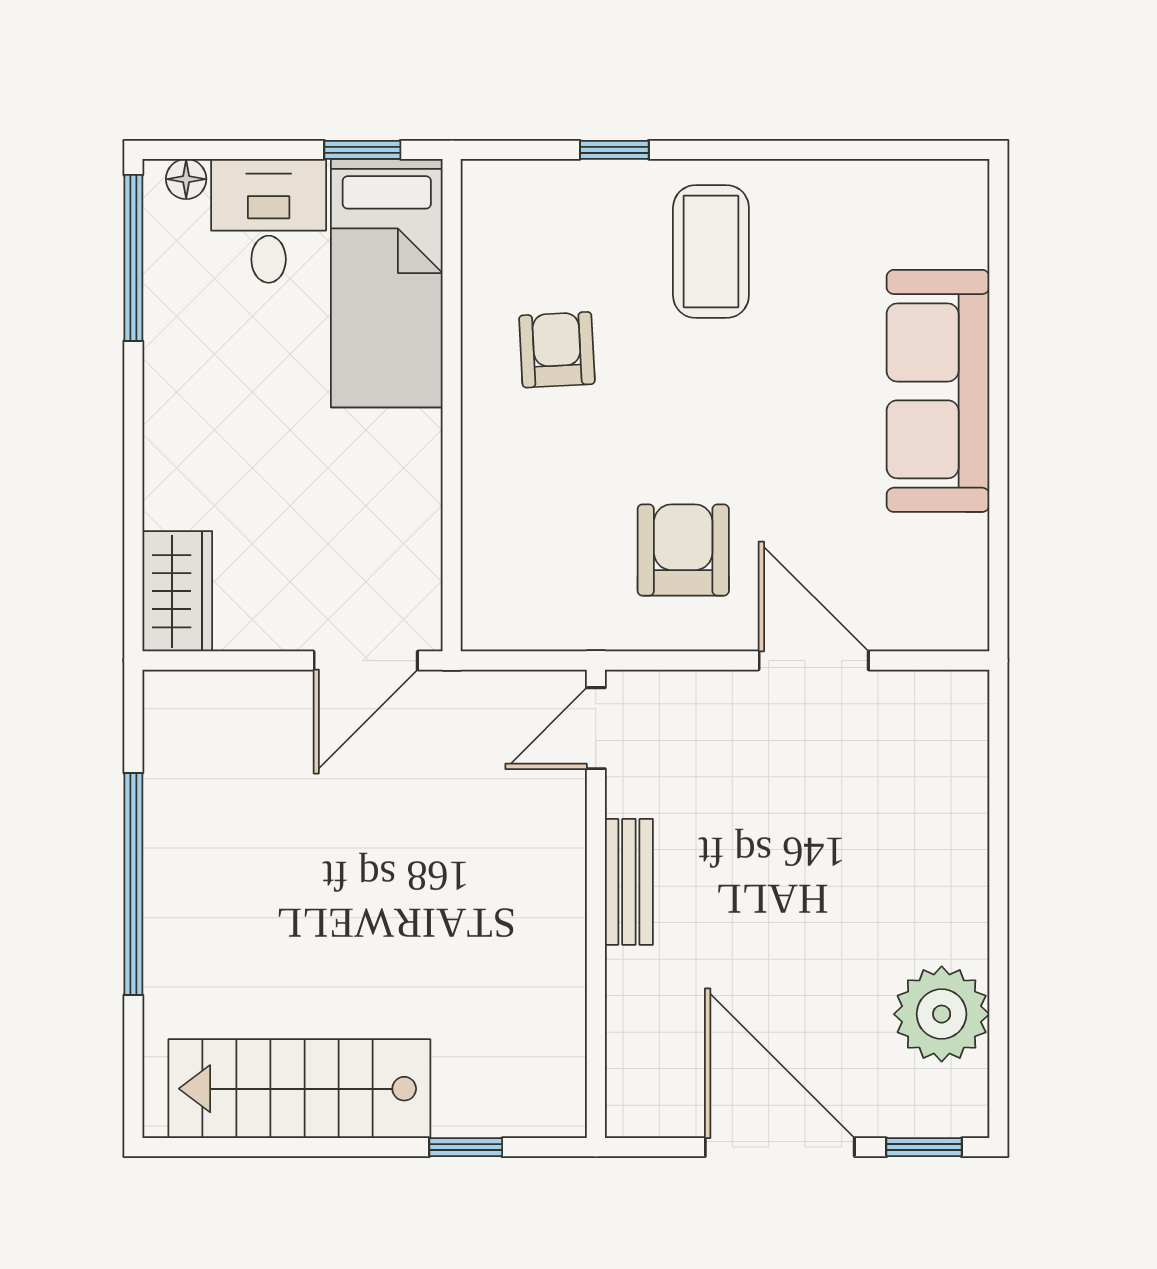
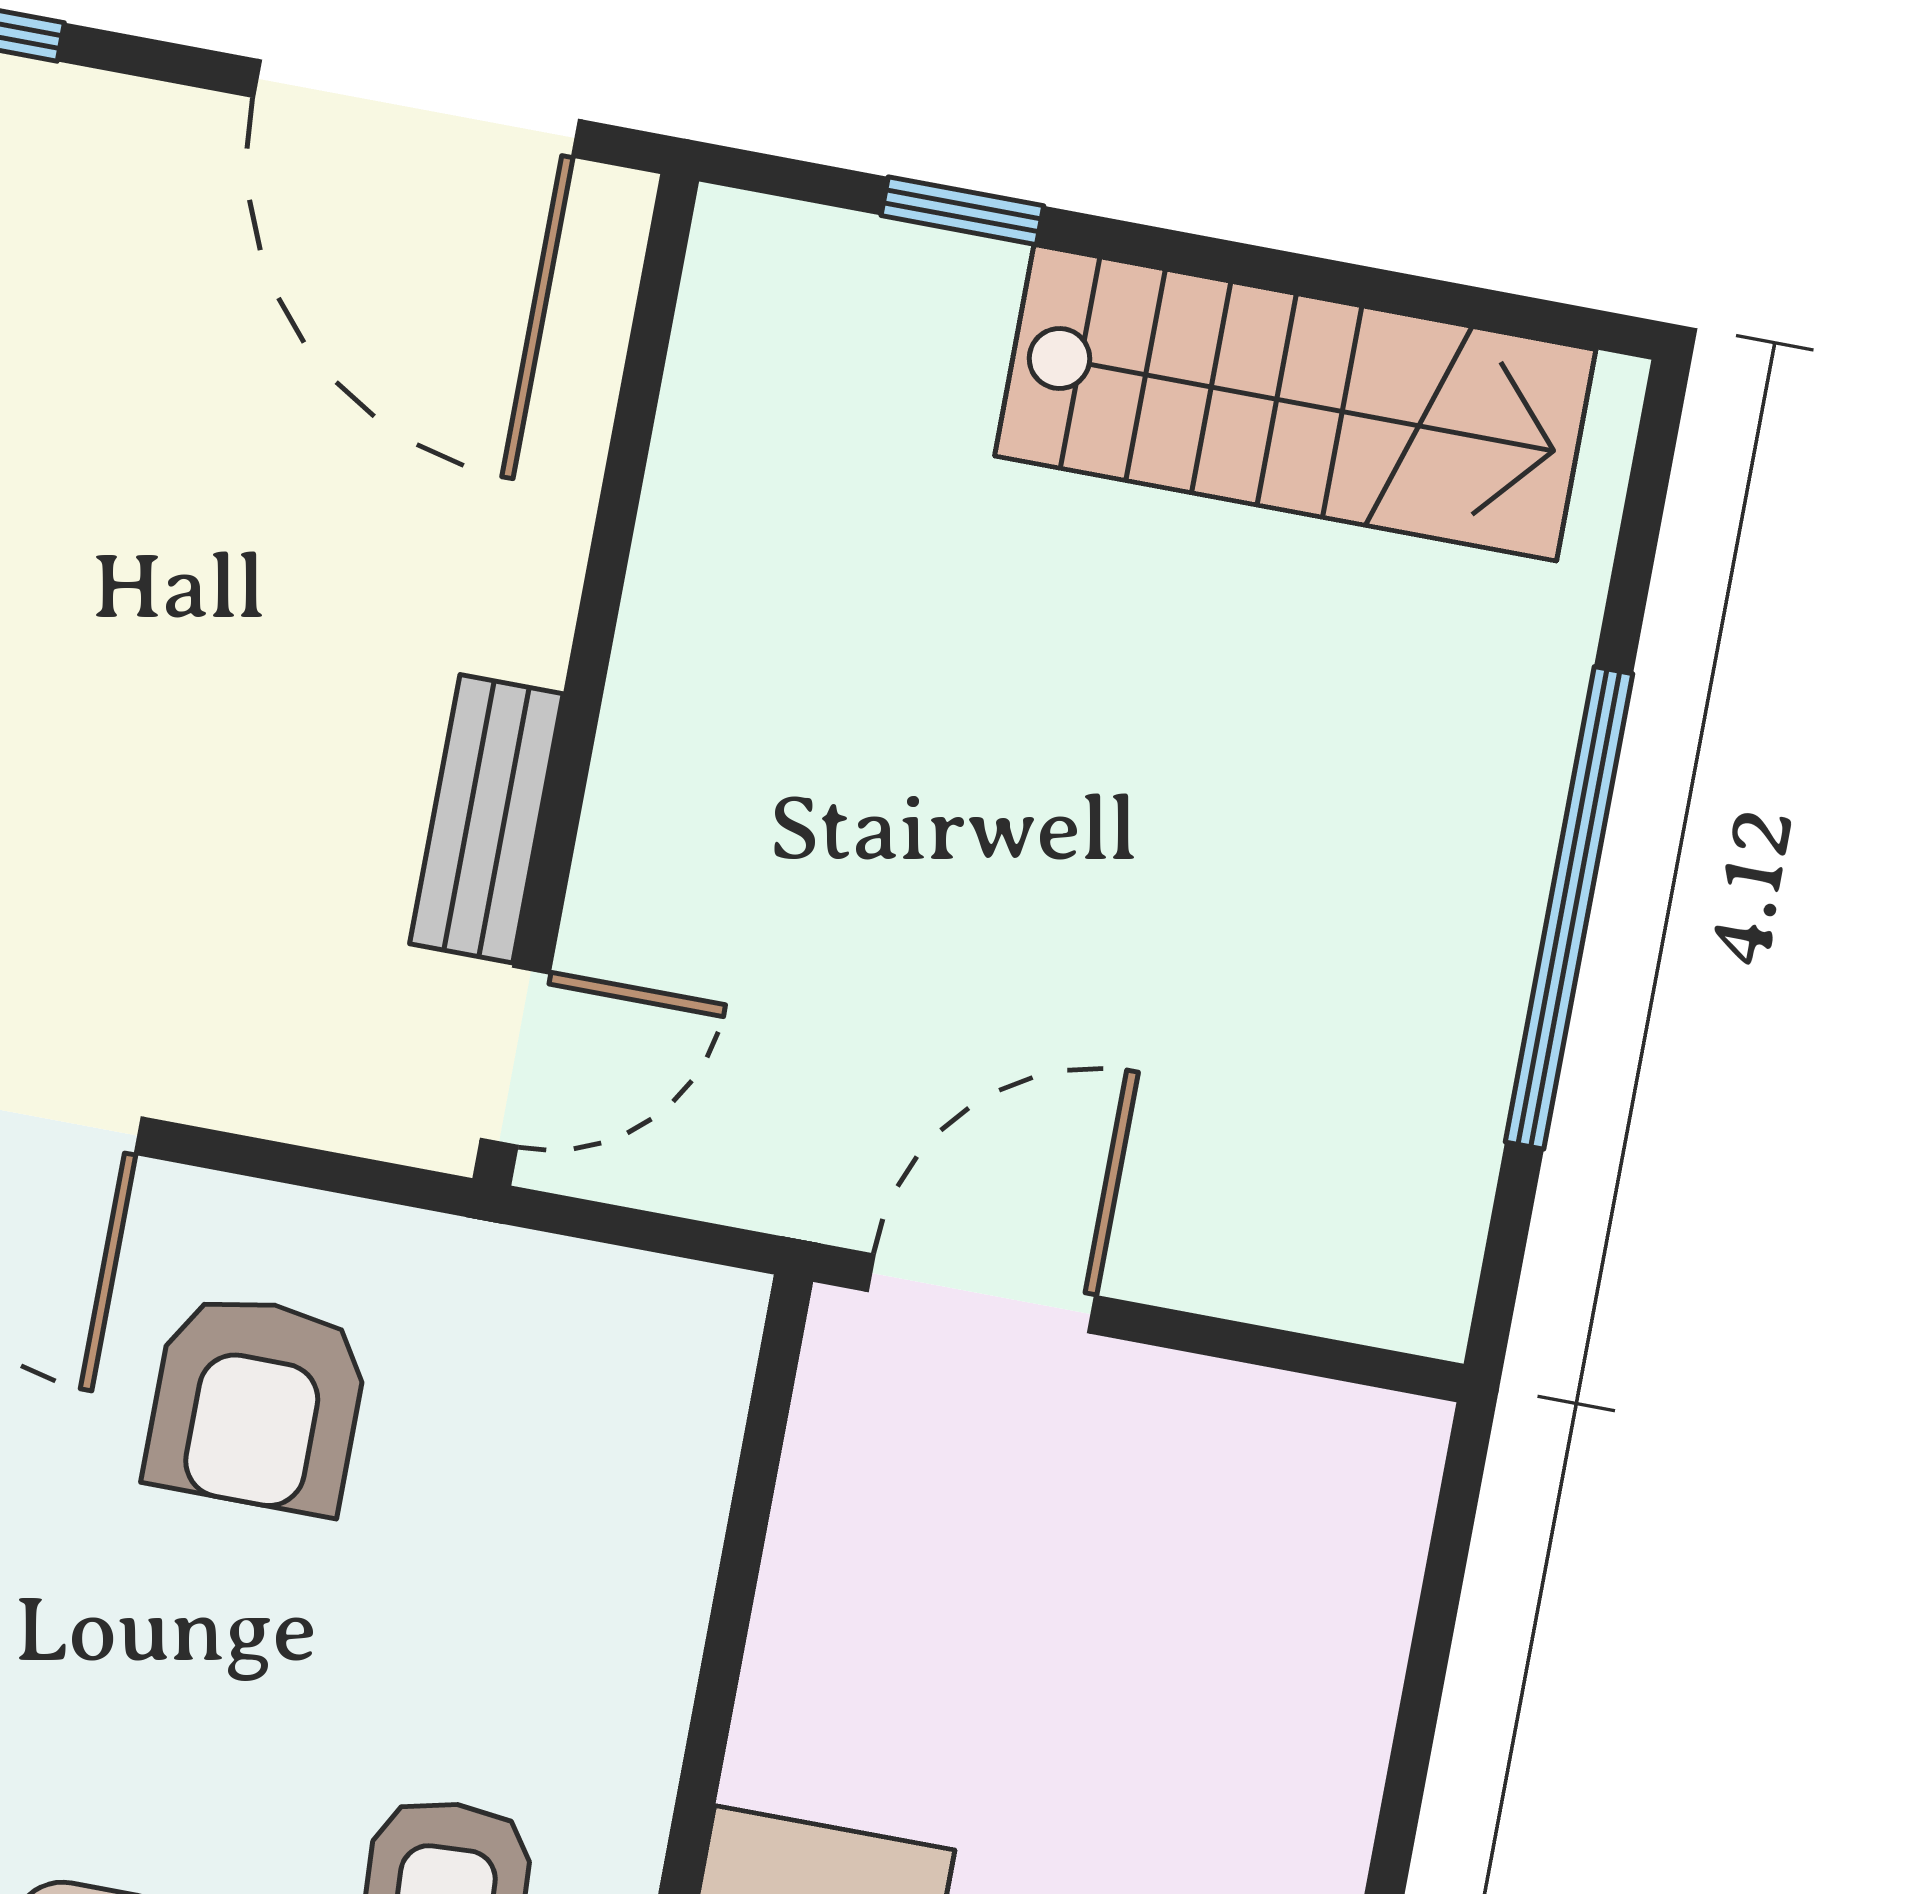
wardrobe: (177, 591) -> (1357, 1517), removed
bench: (629, 882) -> (486, 819), moved
door: (780, 1147) -> (416, 109), moved

